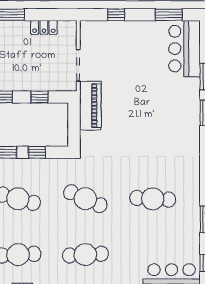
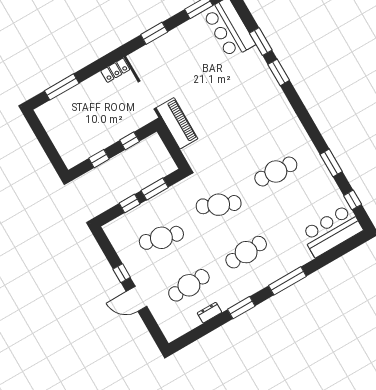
window: (116, 15) -> (154, 33), width x1.50
locker: (44, 27) -> (115, 70), moved
window: (37, 152) -> (155, 189), width x1.50

